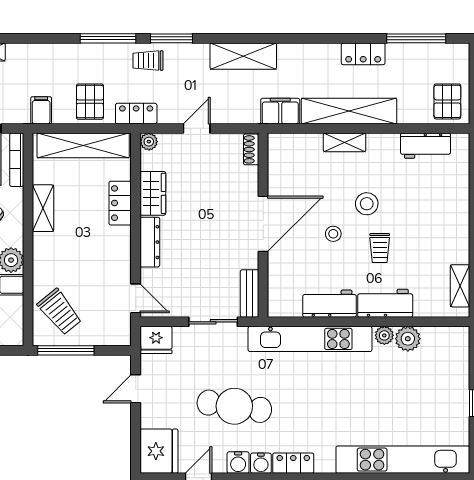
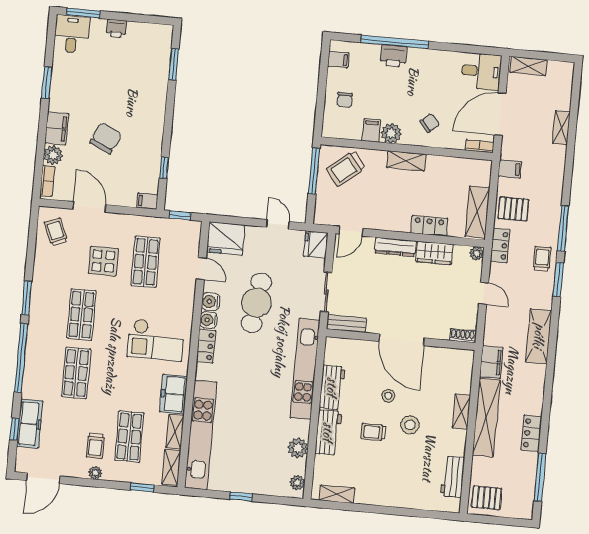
shelving: (83, 145) -> (477, 212), width x0.68
bookcase: (17, 160) -> (480, 146), width x0.64
shelving: (43, 208) -> (406, 161), moved
plant: (384, 335) -> (297, 483), moved

